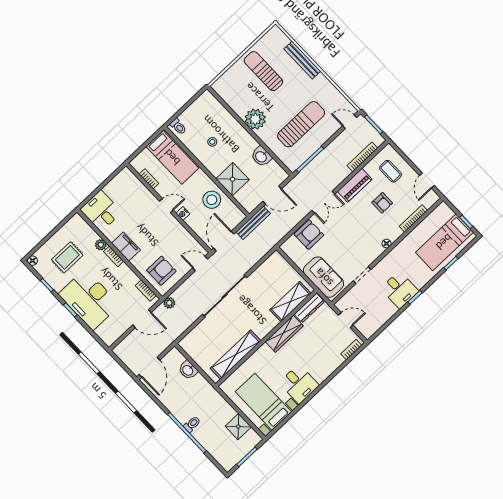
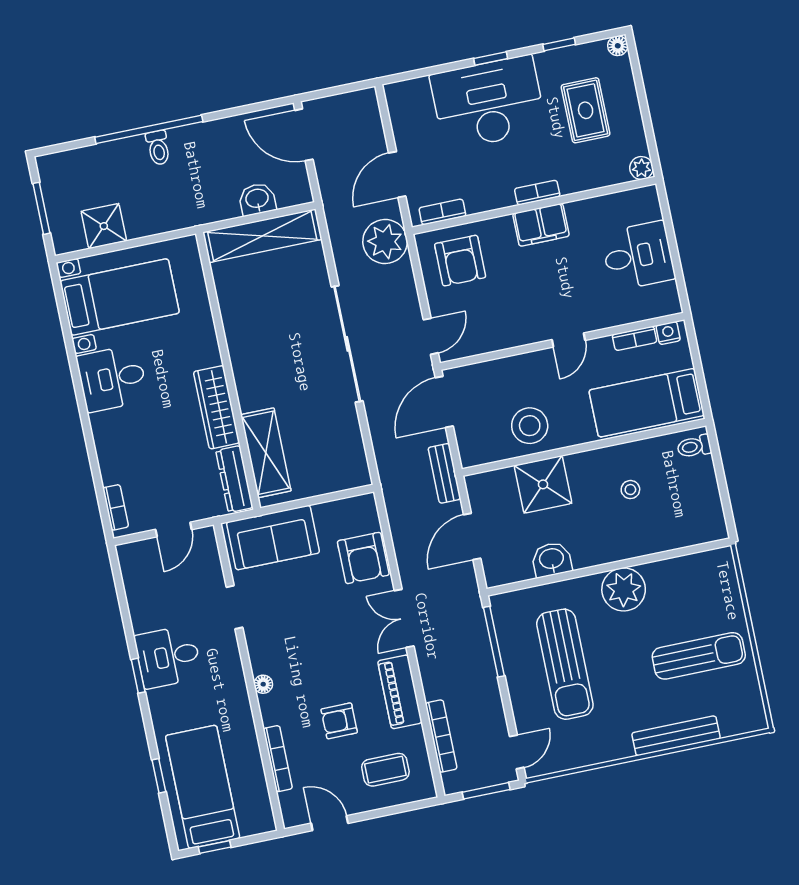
desk: (101, 211) -> (638, 256), moved
nightstand: (183, 213) -> (668, 333), moved
bench: (253, 223) -> (444, 473), width x0.73
door: (224, 241) -> (444, 402), swing flipped
plant: (101, 245) -> (641, 168), moved
plant: (169, 303) -> (385, 242), width x1.87, depth x1.87
shelving: (236, 355) -> (262, 236), moved, turned 90

